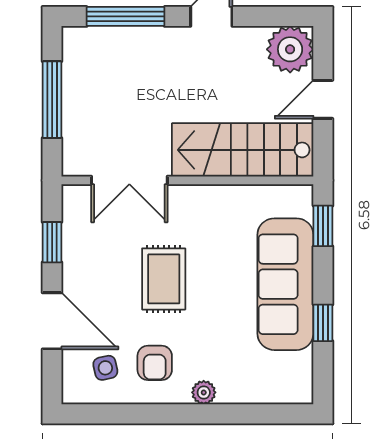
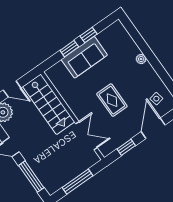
window: (323, 226) -> (69, 49), moved
rug: (164, 279) -> (112, 100), turned 90
sofa: (285, 284) -> (84, 57), width x0.73
armchair: (155, 363) -> (143, 83), removed

